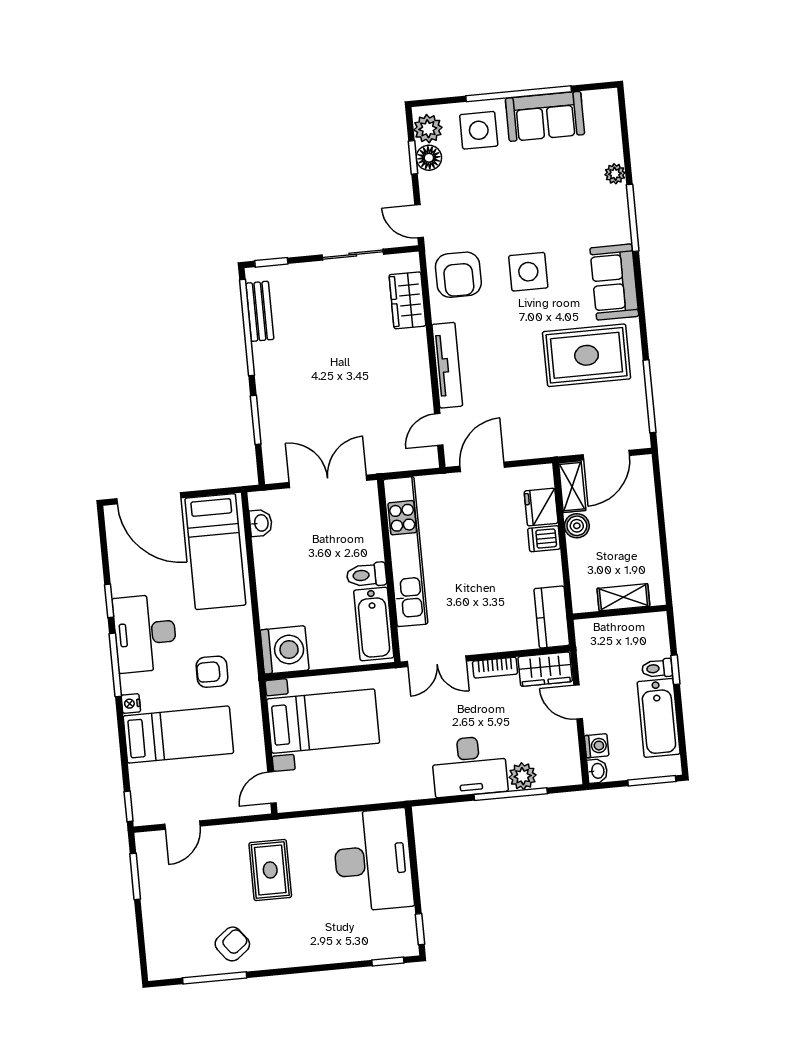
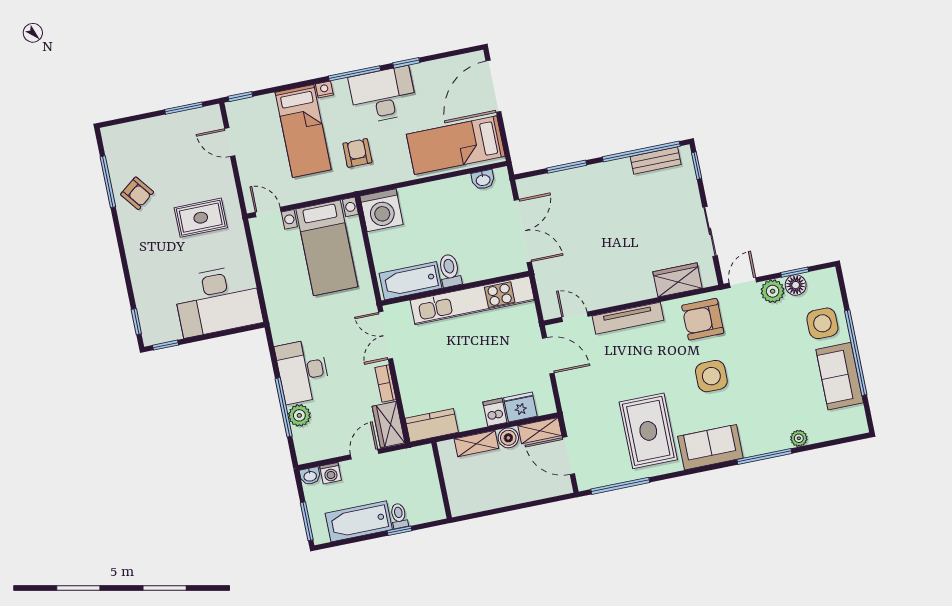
plant: (428, 129) -> (773, 291), moved
shelving: (623, 597) -> (476, 444), moved, turned 90

